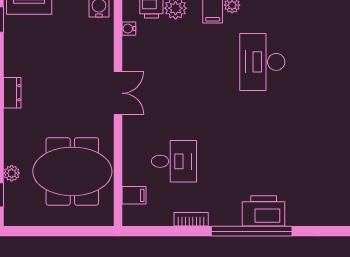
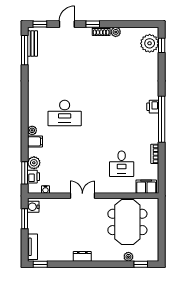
desk: (174, 161) -> (122, 164), turned 180
filing cabinet: (134, 195) -> (146, 187), width x2.00
printer: (264, 211) -> (153, 107), width x0.53, depth x0.68

